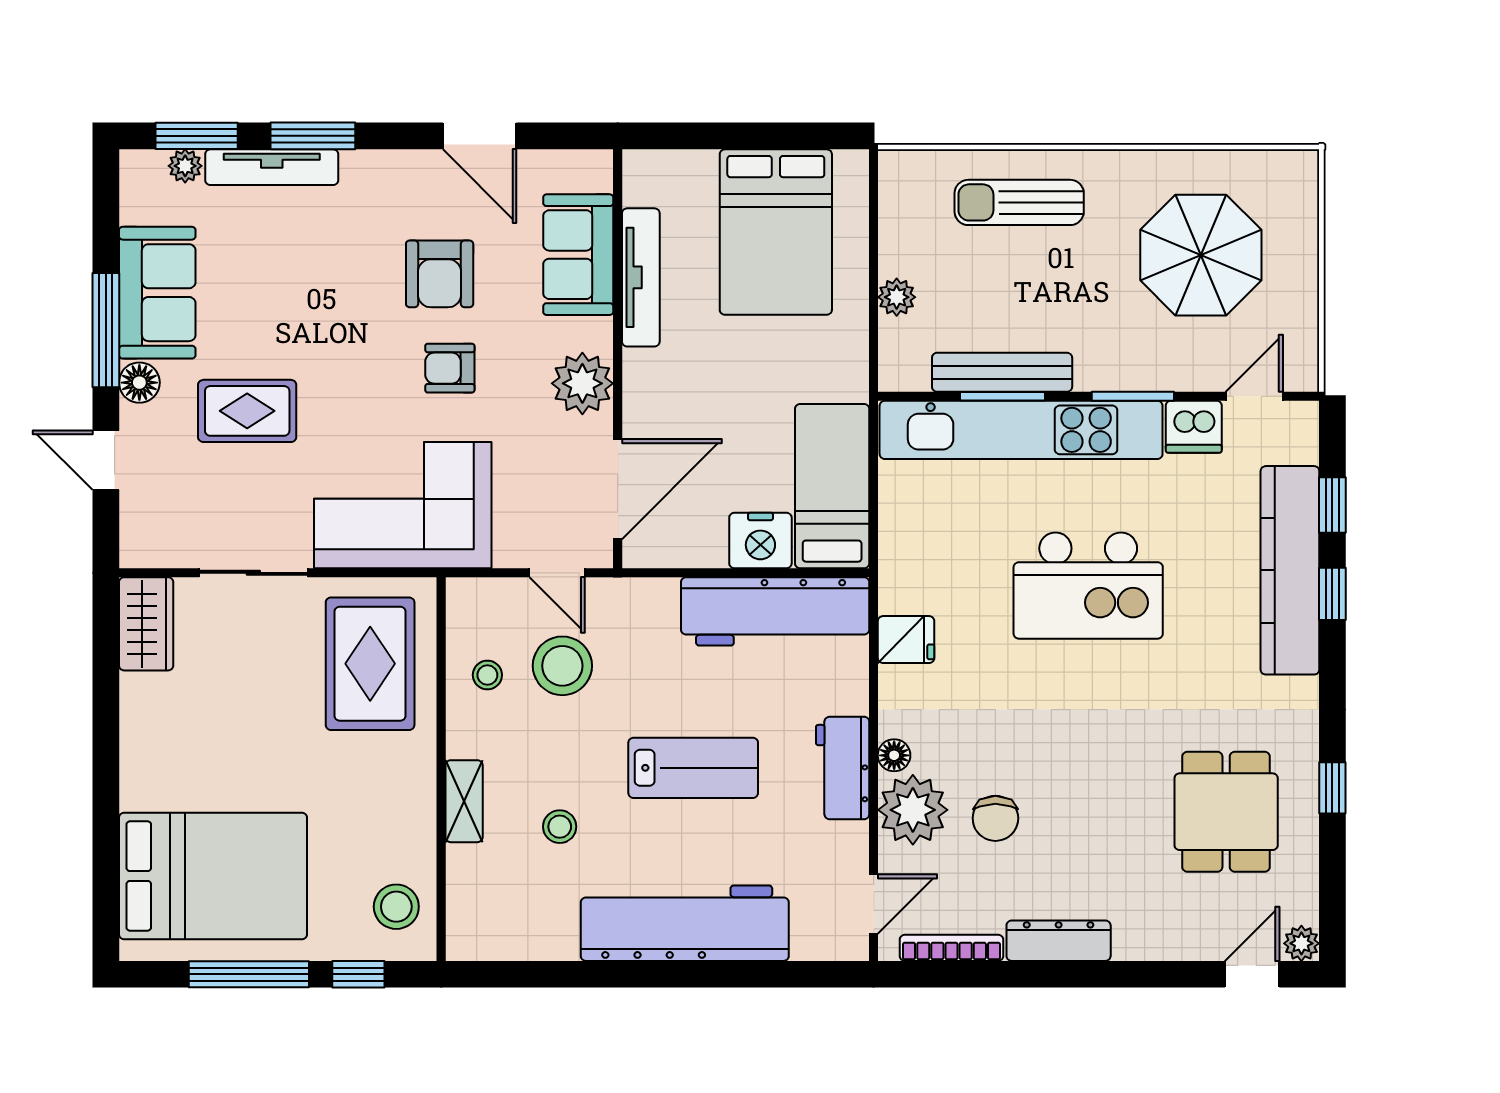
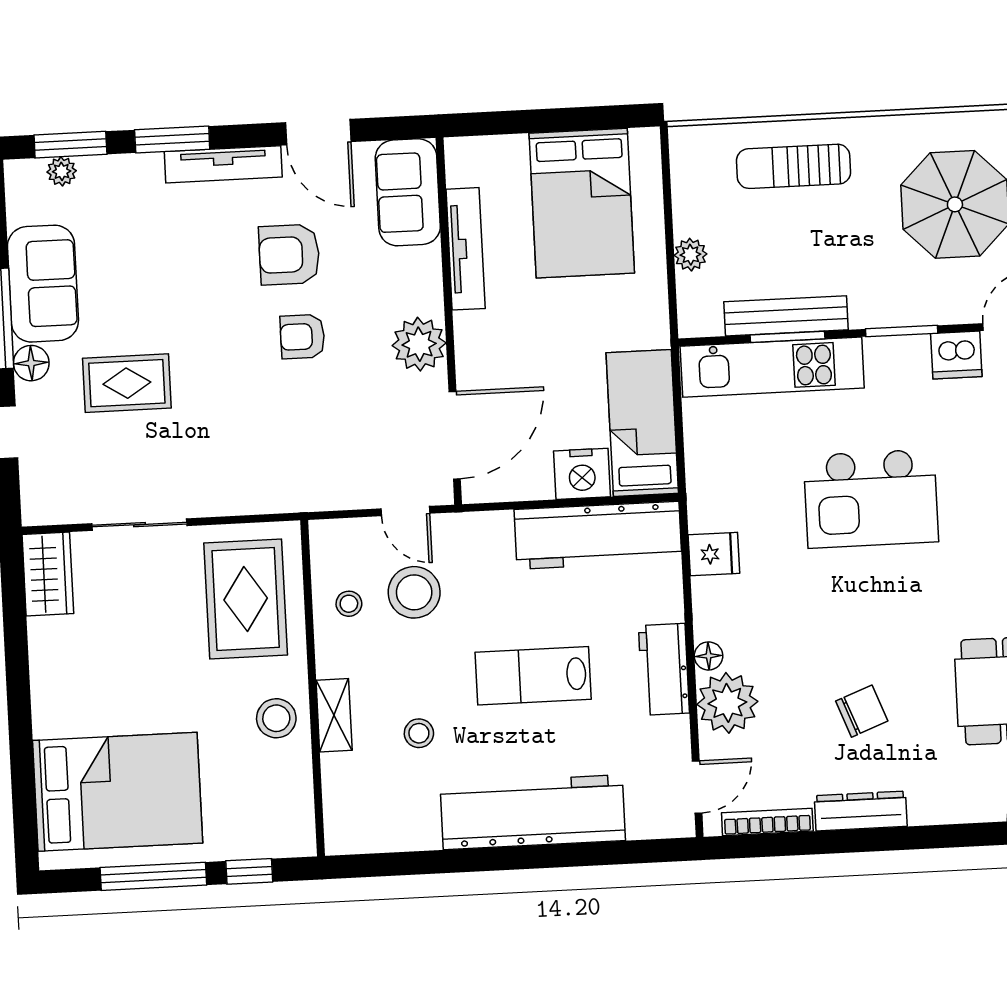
tv unit: (272, 167) -> (223, 164), moved
sofa: (578, 255) -> (408, 192), moved
armchair: (440, 274) -> (289, 255), turned 90
kitchen unit: (1021, 430) -> (772, 367), width x0.73
corner sofa: (403, 505) -> (267, 459), removed
lab bench: (693, 768) -> (533, 676), turned 180
chair: (995, 818) -> (862, 711), moved, turned -111
stool: (396, 907) -> (276, 718), moved

